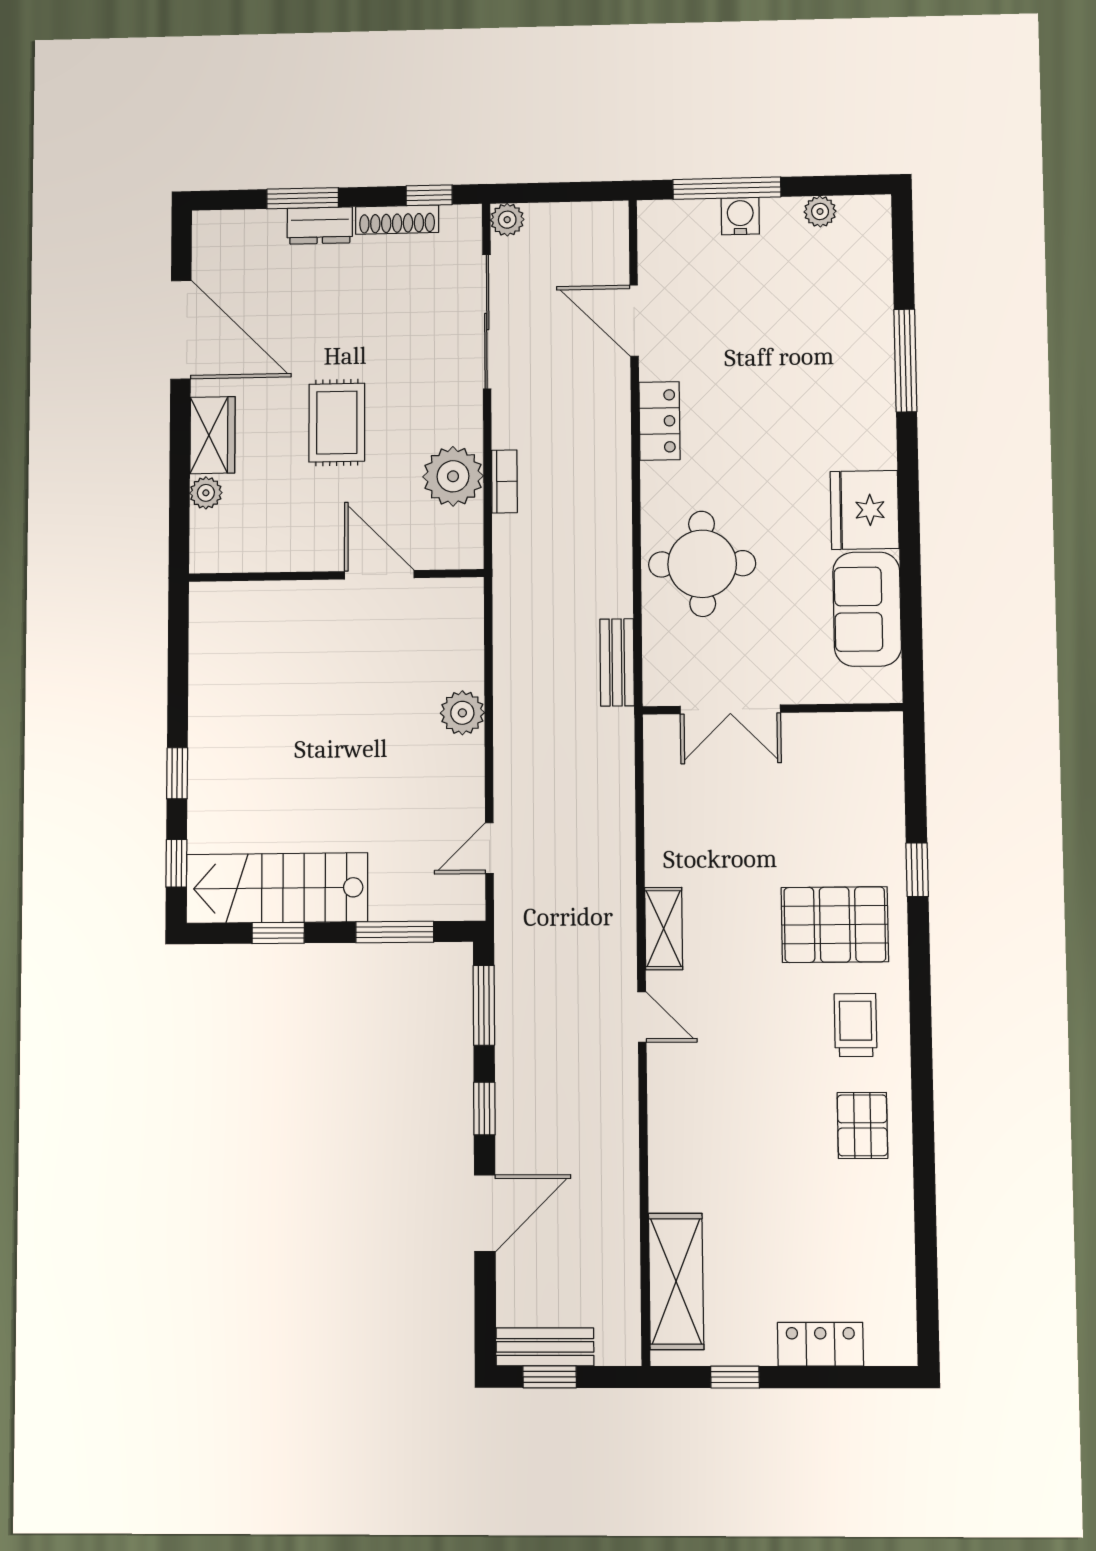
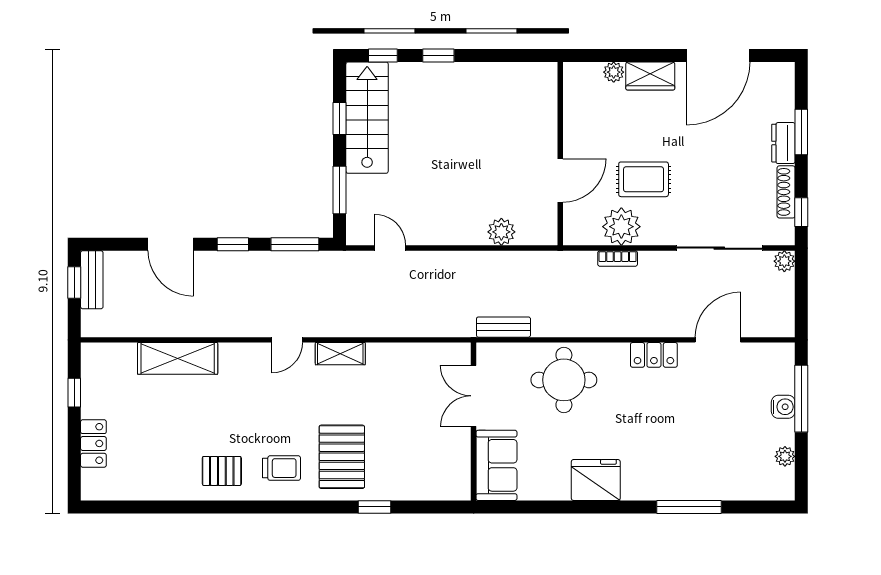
rug: (337, 423) -> (644, 179), moved
sofa: (867, 609) -> (496, 465), moved, turned 90
plant: (462, 713) -> (501, 232), moved
shelving: (676, 1281) -> (178, 358), moved

